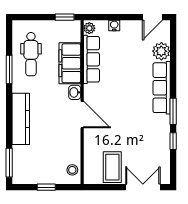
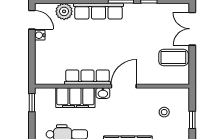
water cooler: (114, 25) -> (40, 35), moved
plant: (89, 28) -> (42, 79), removed
row of seats: (91, 59) -> (87, 77), moved
stool: (72, 170) -> (164, 112), moved

